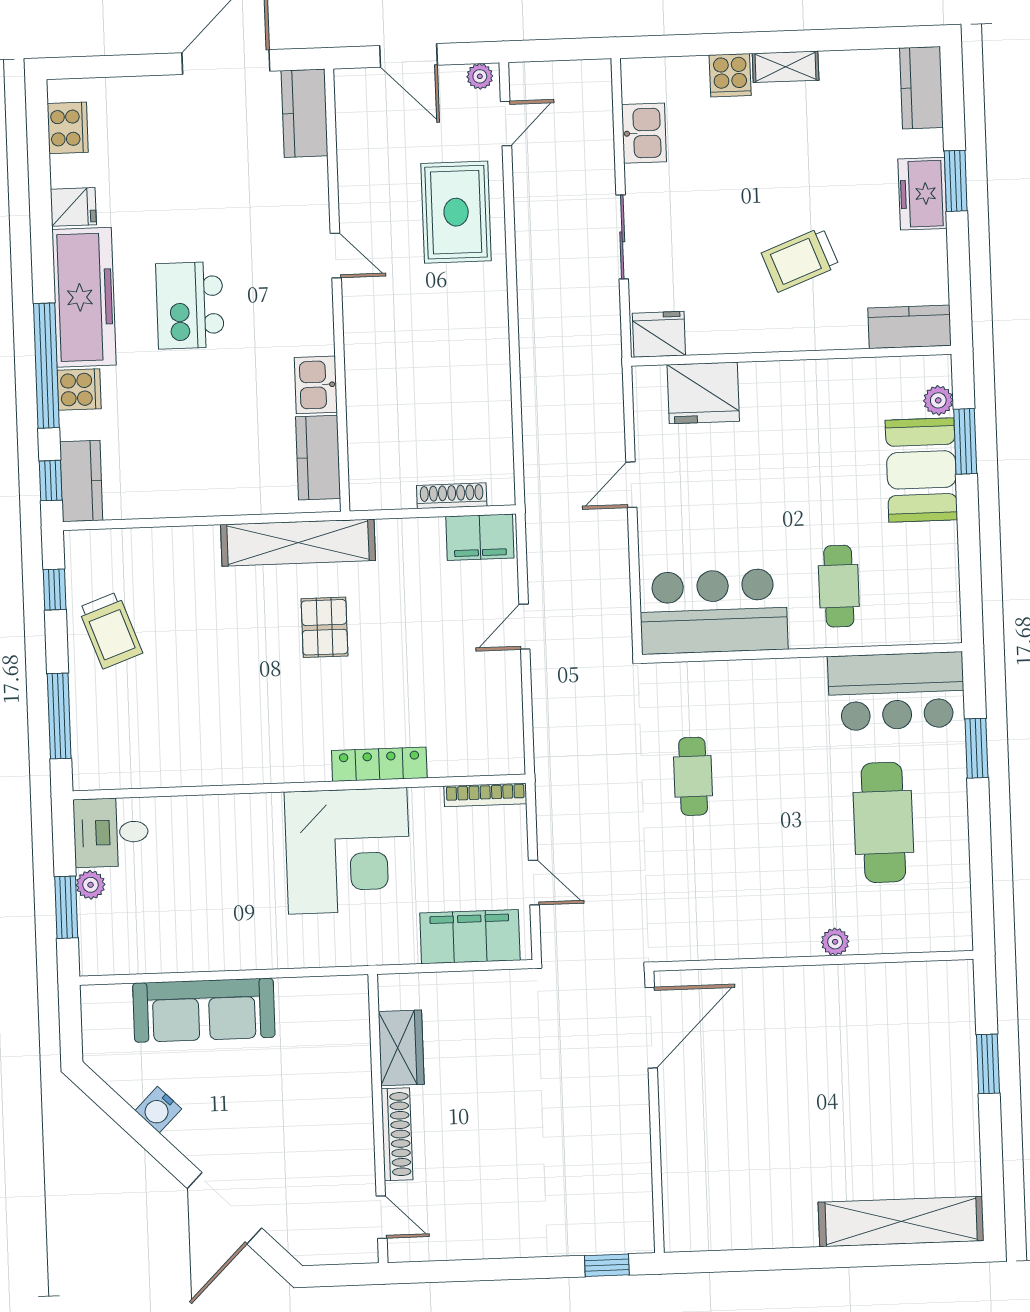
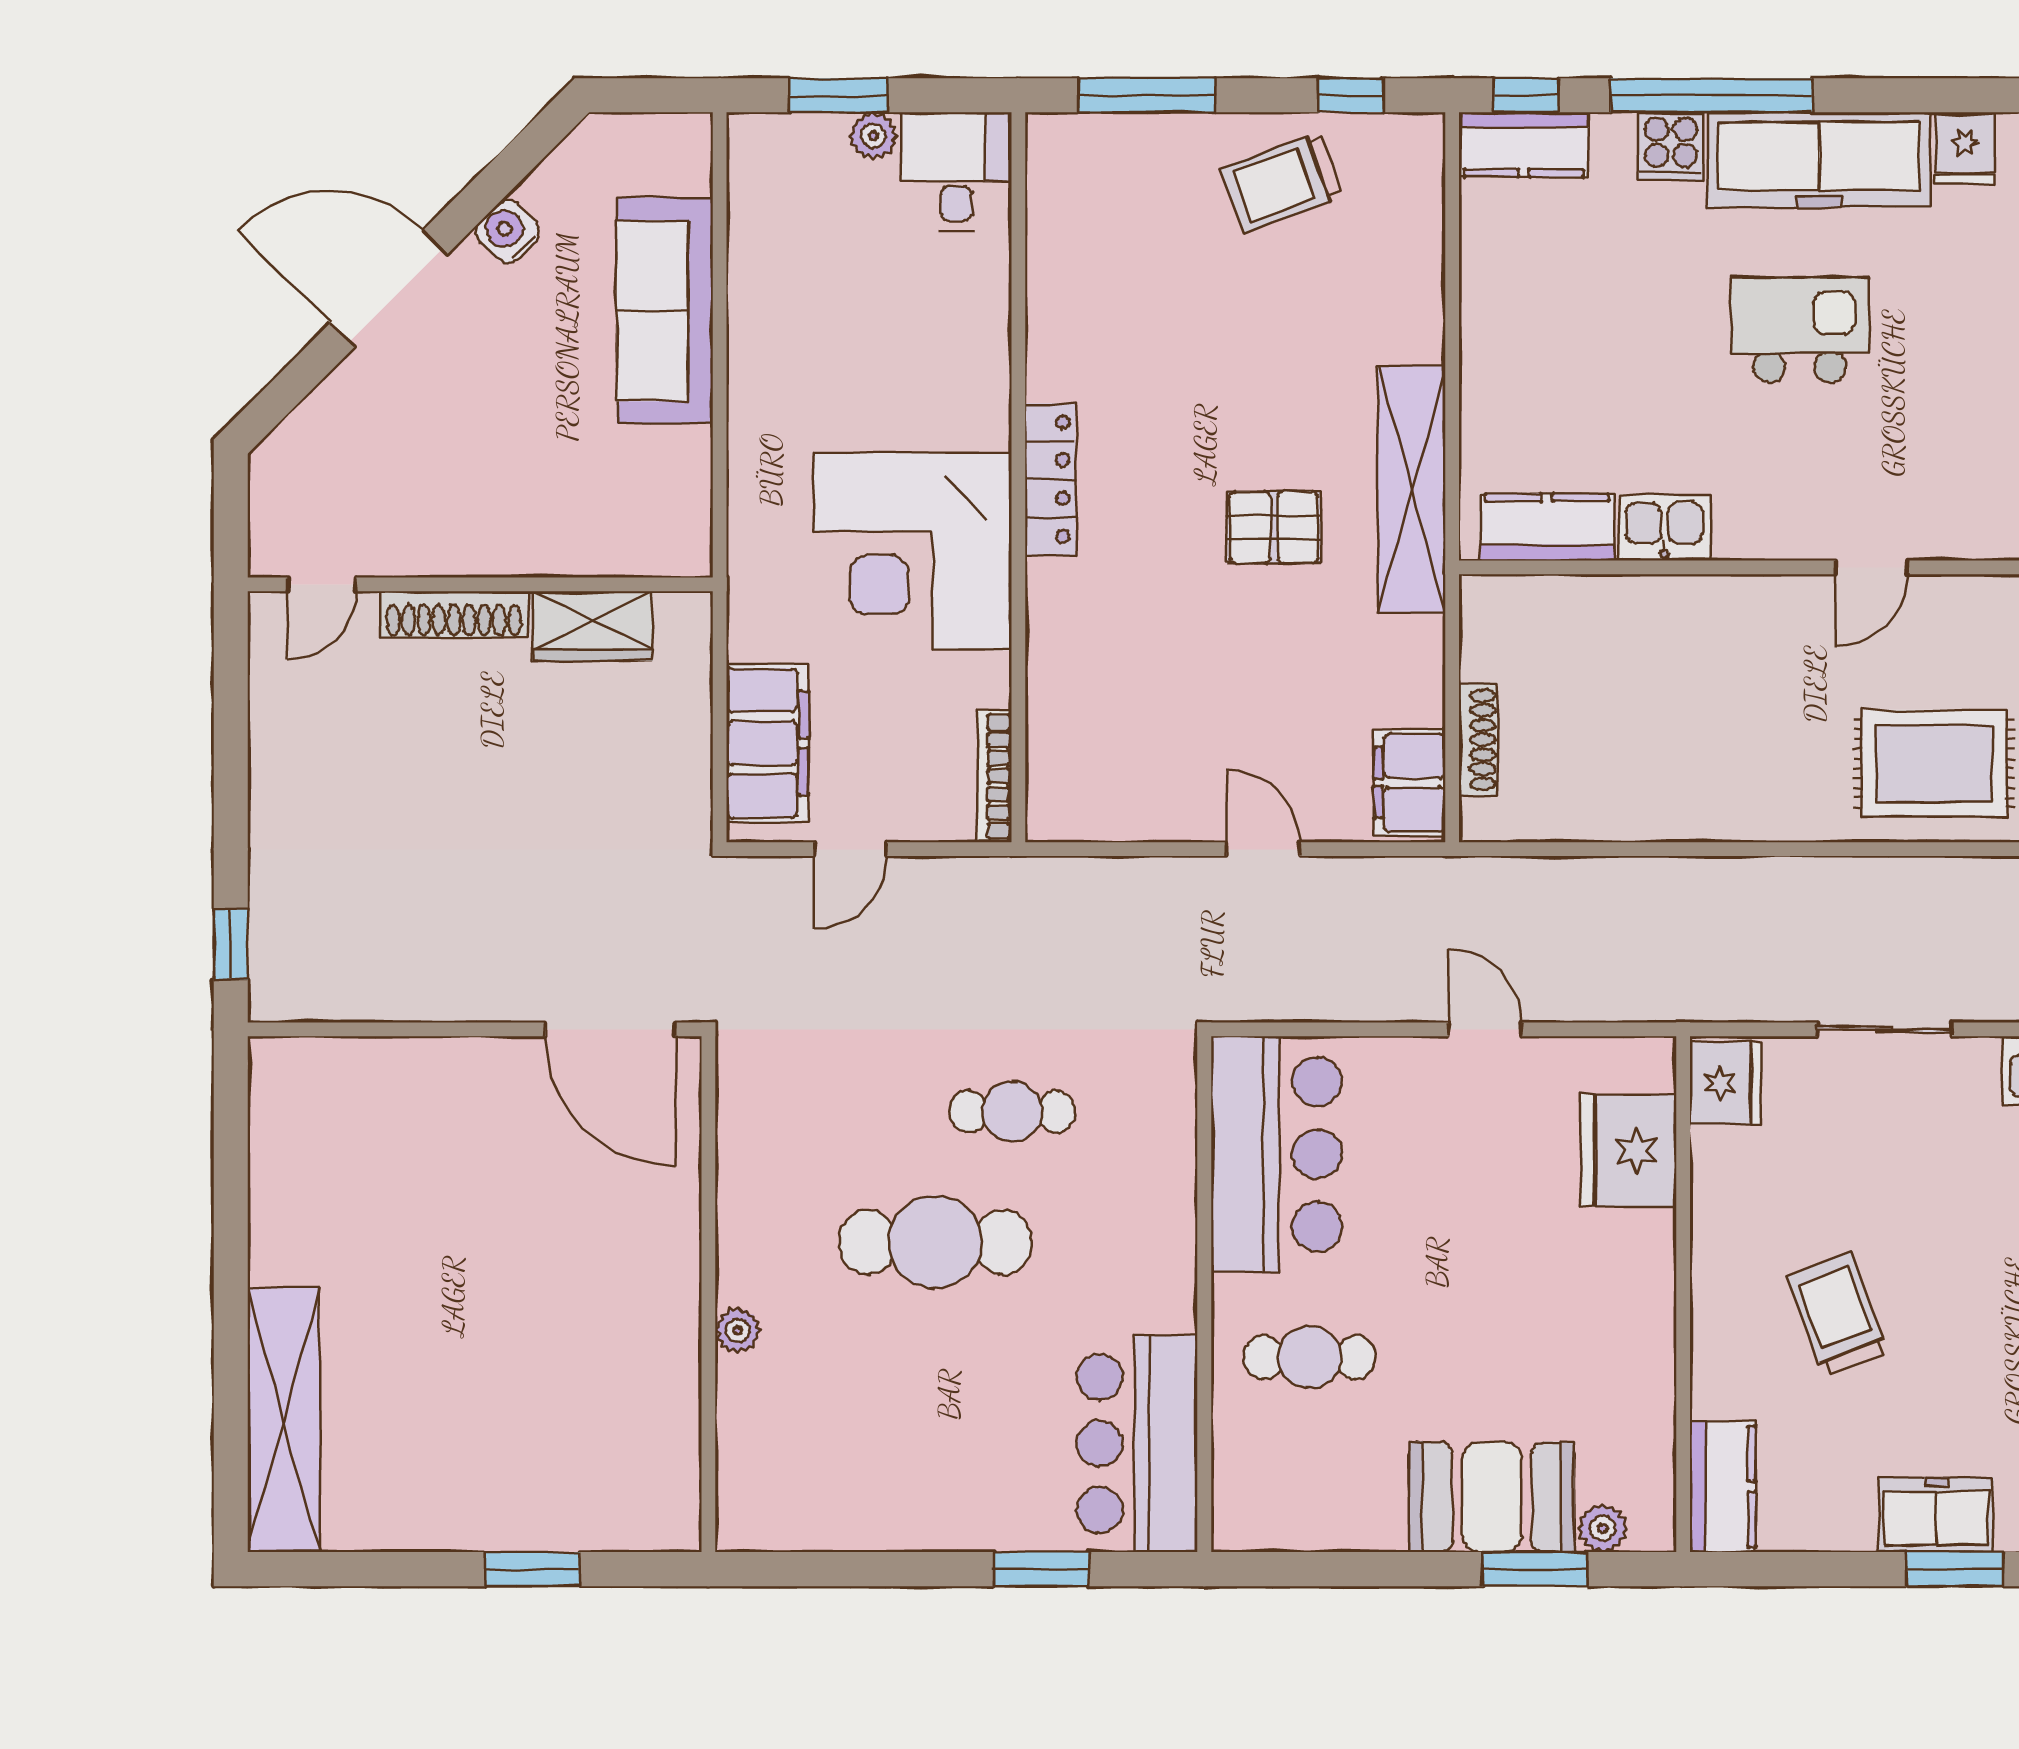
locker: (379, 764) -> (1050, 479), moved
cafe table: (883, 822) -> (935, 1242), moved
door: (224, 1208) -> (389, 288), moved

